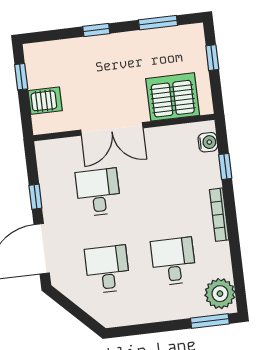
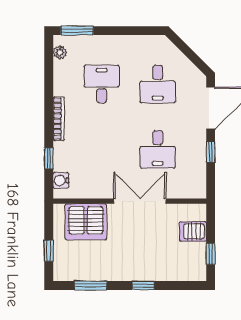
desk: (173, 261) -> (102, 84), turned 180
plant: (220, 294) -> (60, 52), width x0.53, depth x0.53

